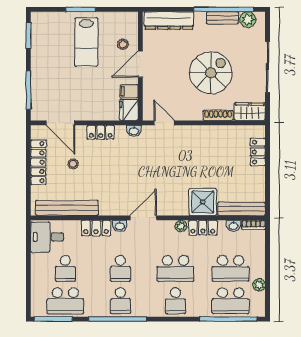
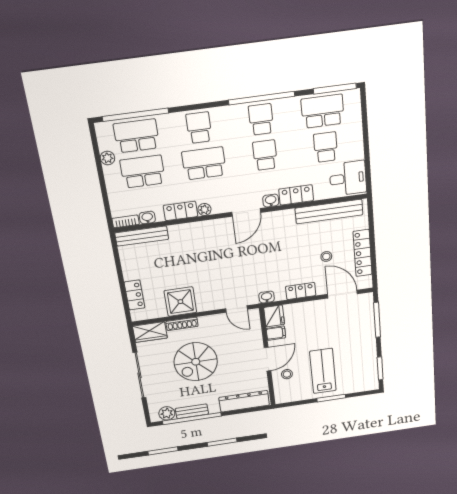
shower: (203, 202) -> (180, 302), moved

